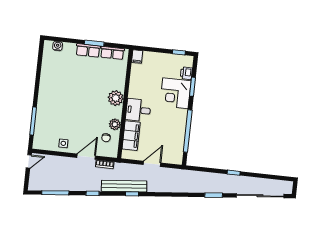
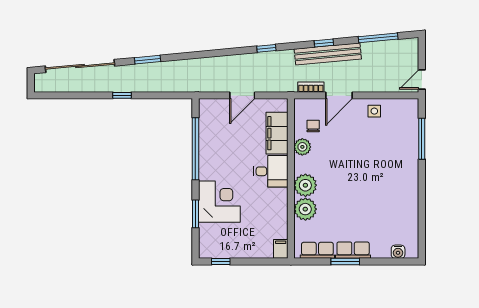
printer: (186, 73) -> (207, 232), removed
plant: (117, 82) -> (305, 209), added
bench: (124, 186) -> (328, 54), moved

